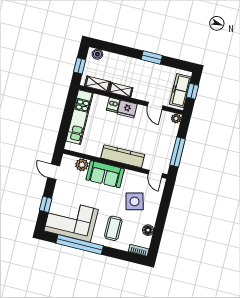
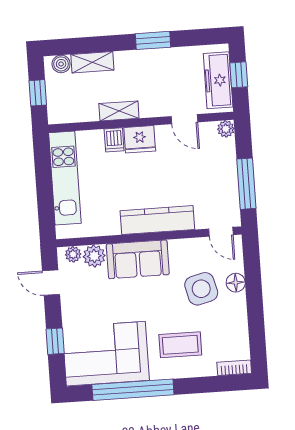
shelving: (98, 84) -> (92, 62), moved
plant: (71, 160) -> (73, 254), added
coffee table: (113, 228) -> (180, 345), turned 90
floor lamp: (148, 230) -> (236, 283), moved

